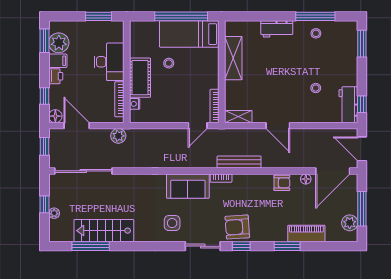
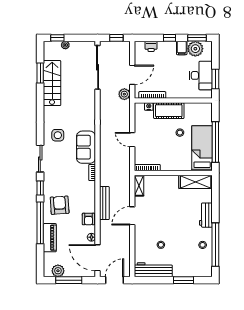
window: (315, 16) -> (215, 245), width x1.46
window: (362, 44) -> (183, 280), moved
shelving: (233, 58) -> (196, 182), moved
desk: (109, 62) -> (201, 75), moved, turned -90
printer: (56, 76) -> (151, 46), moved
window: (45, 96) -> (169, 38), moved
window: (362, 104) -> (149, 280), removed
workbench: (348, 105) -> (153, 270), width x1.38
floor lamp: (55, 116) -> (139, 46), removed
door: (77, 126) -> (132, 75), moved
door: (198, 126) -> (132, 140), moved
bench: (239, 162) -> (104, 203), moved
window: (45, 204) -> (57, 38), moved
armchair: (237, 227) -> (60, 205), moved
window: (91, 246) -> (40, 73), width x0.69
window: (287, 246) -> (40, 223), width x2.11

